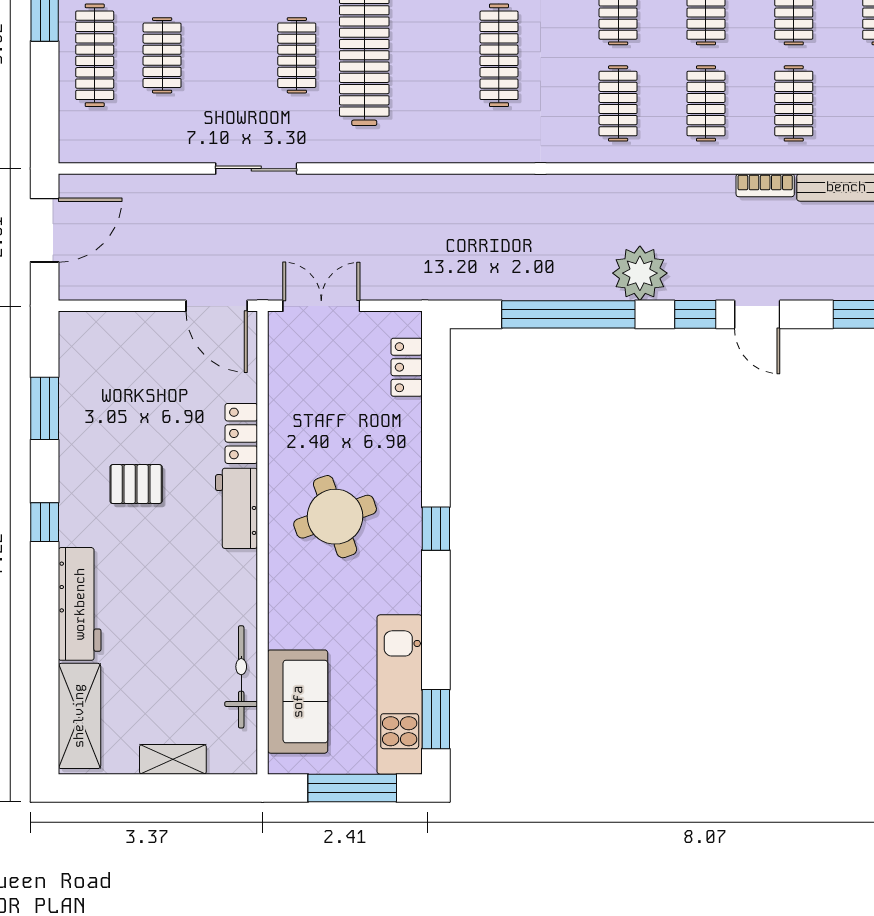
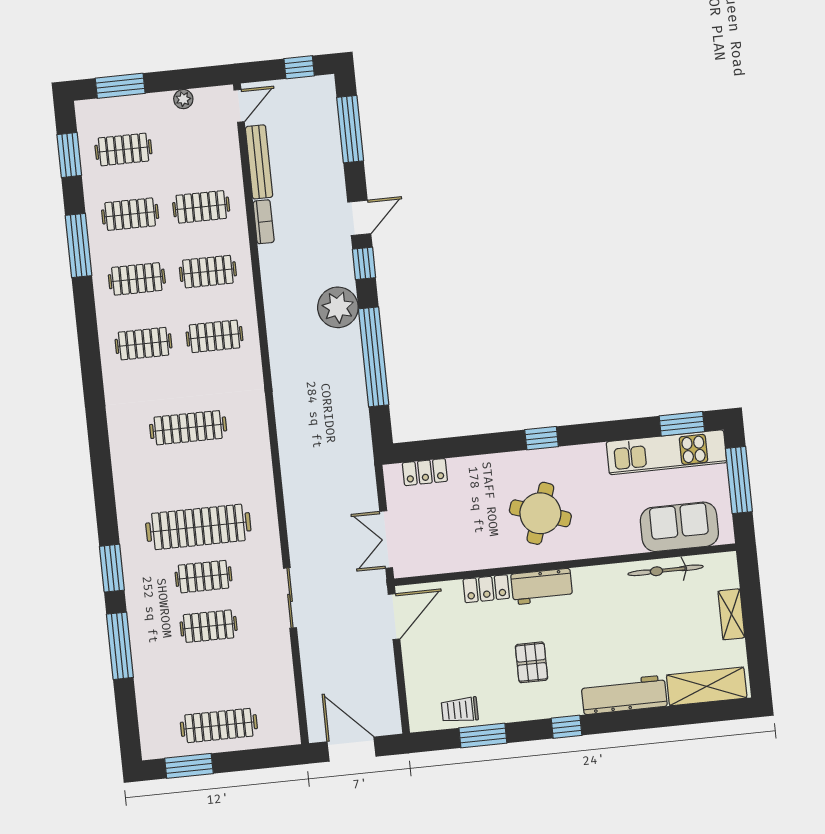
clothes rail: (162, 55) -> (209, 626), moved
trolley: (82, 381) -> (460, 710), added
round table: (335, 517) -> (540, 513), turned 38

